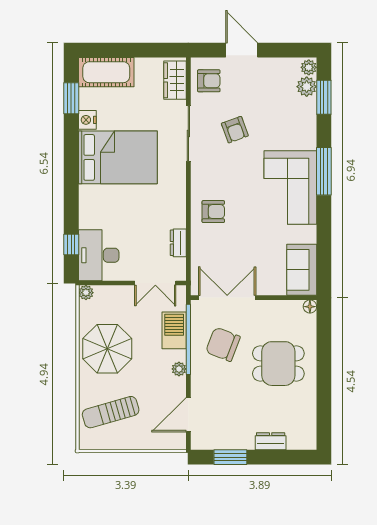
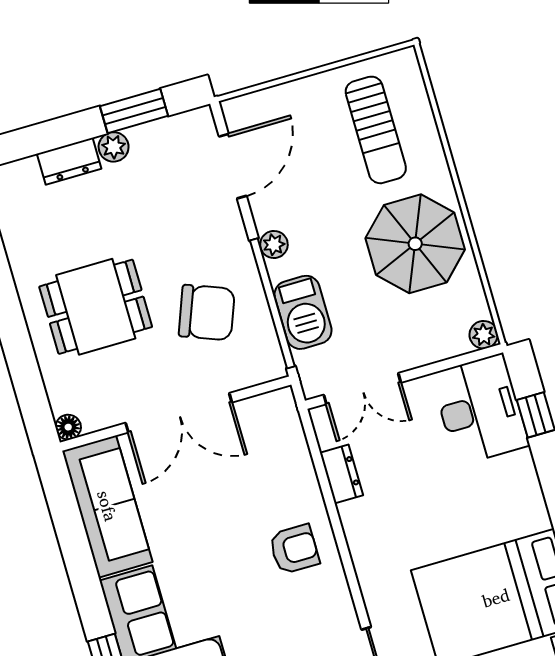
armchair: (213, 212) -> (294, 549), turned 180
sofa: (302, 270) -> (107, 506), width x1.36
double door: (155, 283) -> (362, 389), swing flipped
double door: (227, 298) -> (179, 413), moved
sun lounger: (111, 412) -> (376, 130), turned 106
plant: (246, 442) -> (114, 147), added

